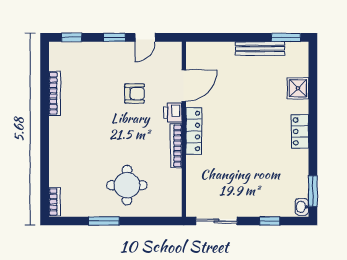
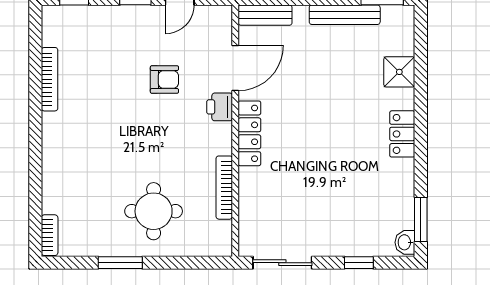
bench: (205, 49) -> (265, 15), added
bookcase: (176, 146) -> (224, 188), moved

